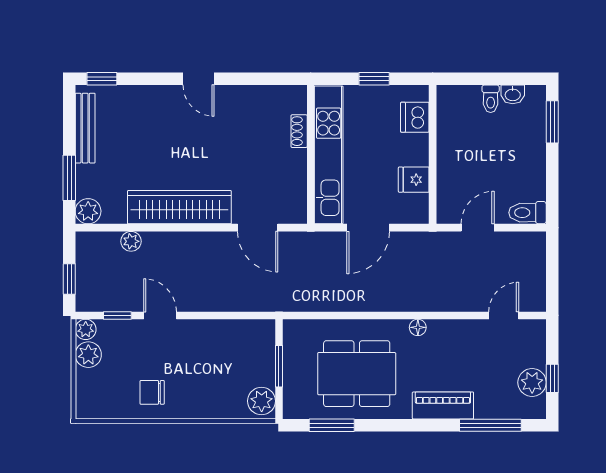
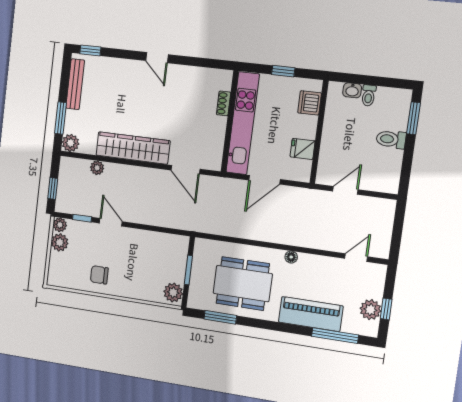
washbasin: (513, 94) -> (352, 90), moved
toilet: (527, 213) -> (391, 139), moved
piano: (443, 405) -> (311, 314), width x1.37, depth x1.33

